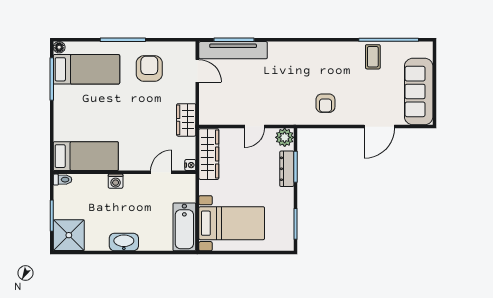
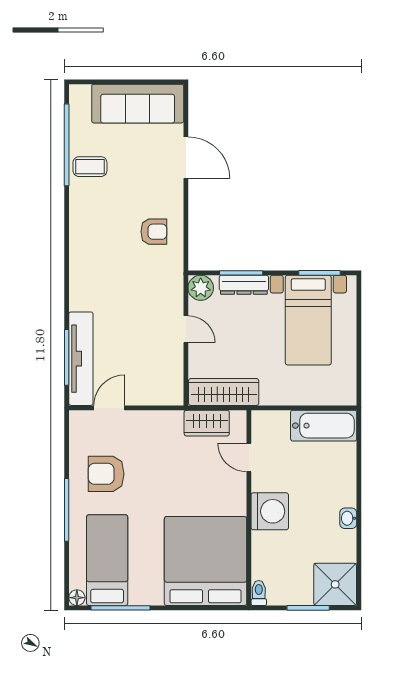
wardrobe: (186, 120) -> (207, 423), moved
bed: (86, 156) -> (206, 561), width x2.04
nightstand: (190, 165) -> (239, 417), removed
washing machine: (116, 181) -> (270, 511), width x1.89, depth x1.89
bed with nightstands: (232, 223) -> (308, 320), moved, turned 180
washbasin: (124, 242) -> (348, 518), width x0.52, depth x0.69

